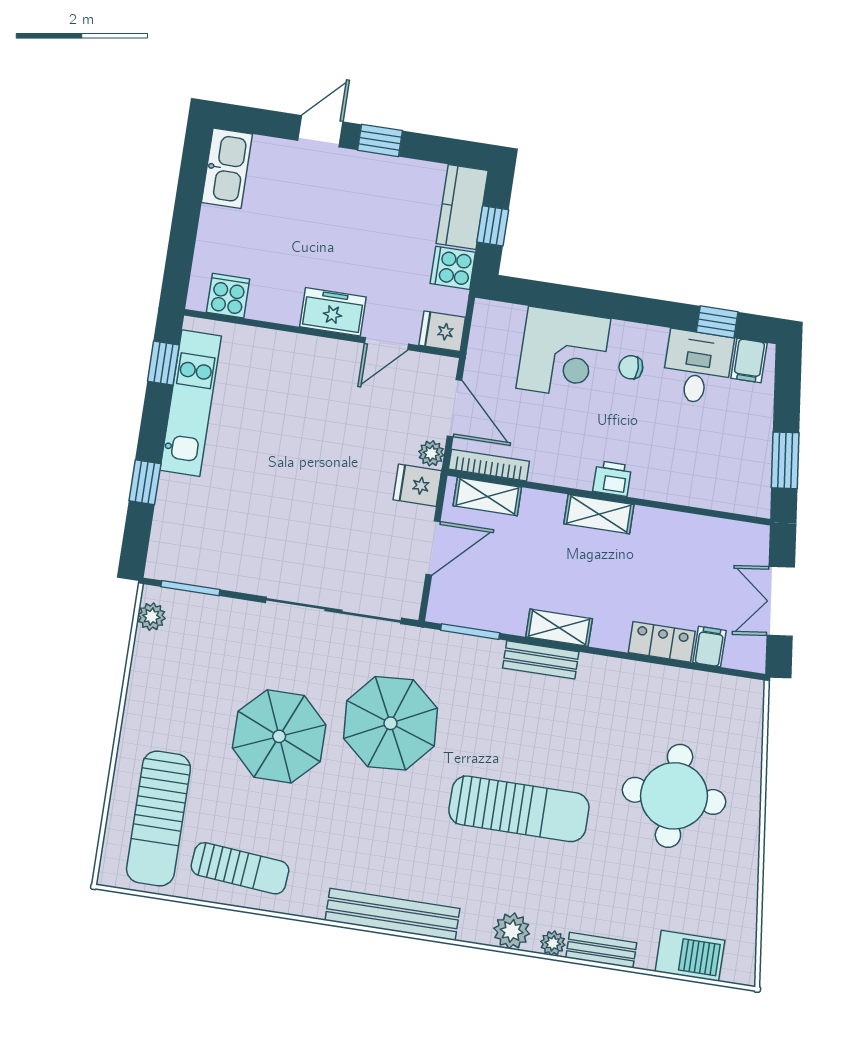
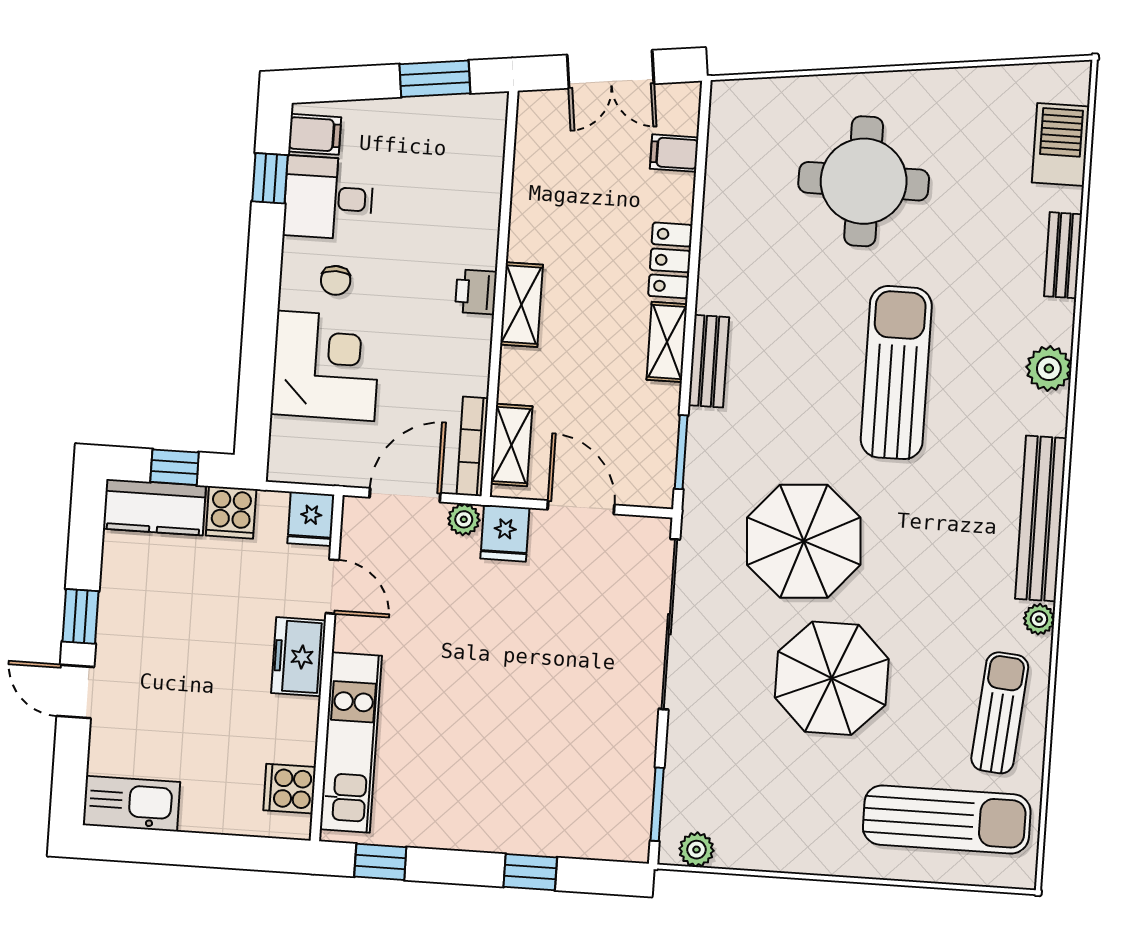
kitchen unit: (191, 403) -> (351, 743), moved, turned 90
locker: (662, 642) -> (670, 260), moved
plant: (553, 943) -> (1039, 619), moved

